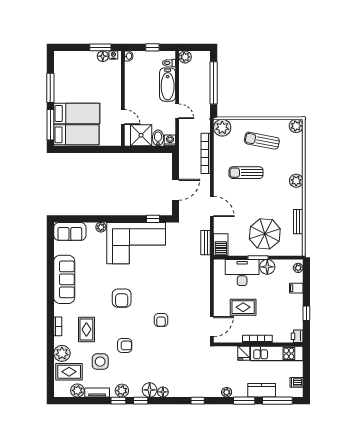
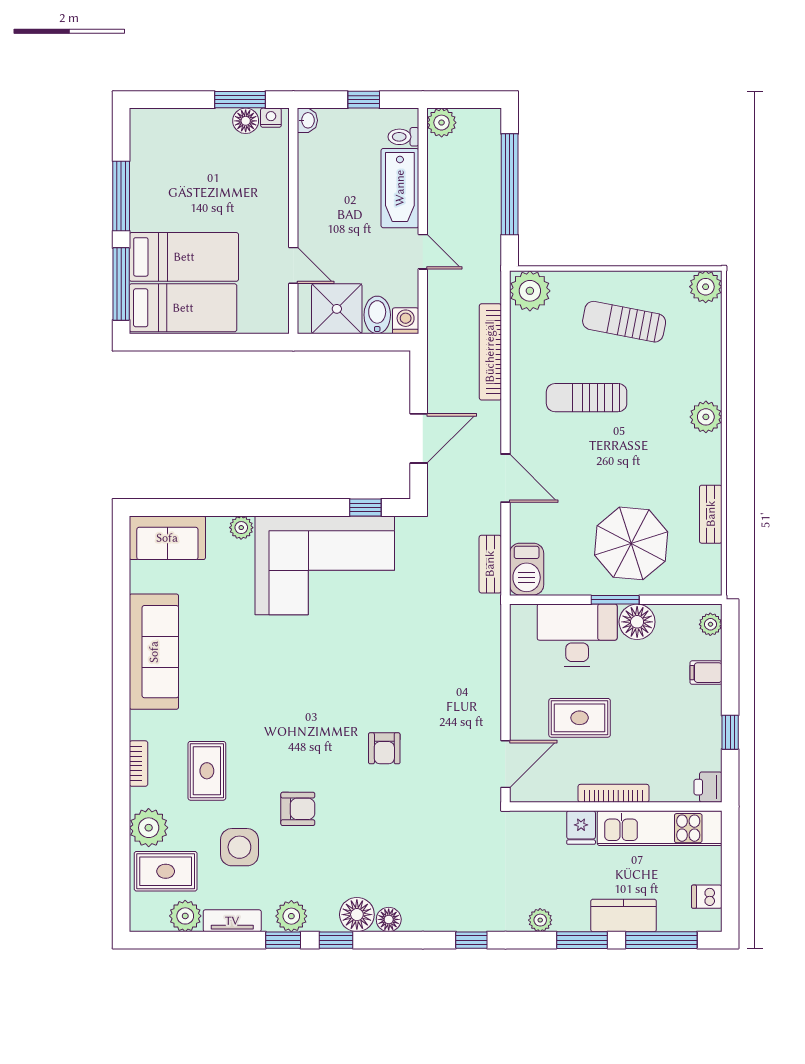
armchair: (122, 298) -> (291, 696), removed

